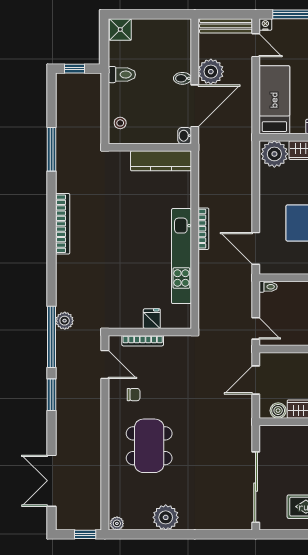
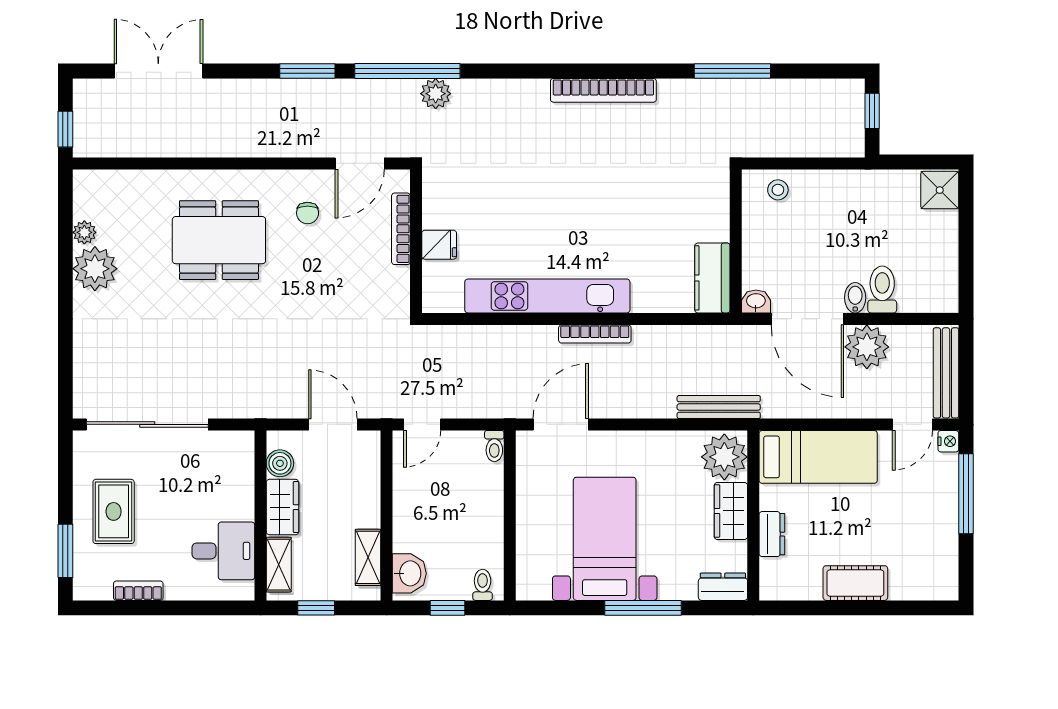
toilet: (122, 75) -> (882, 289), moved, turned 180
bench: (246, 157) -> (719, 407), added
kitchen counter: (161, 161) -> (712, 278), width x0.67
plant: (117, 523) -> (84, 232), moved

